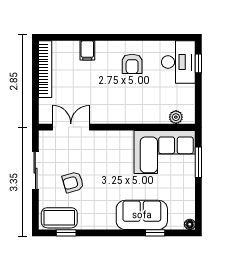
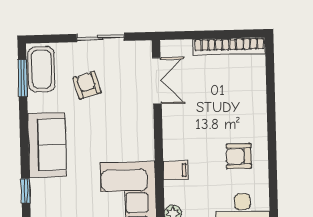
filing cabinet: (87, 50) -> (176, 170), moved, turned 180
sofa: (142, 215) -> (47, 145), moved
window: (66, 233) -> (23, 78), width x1.50

